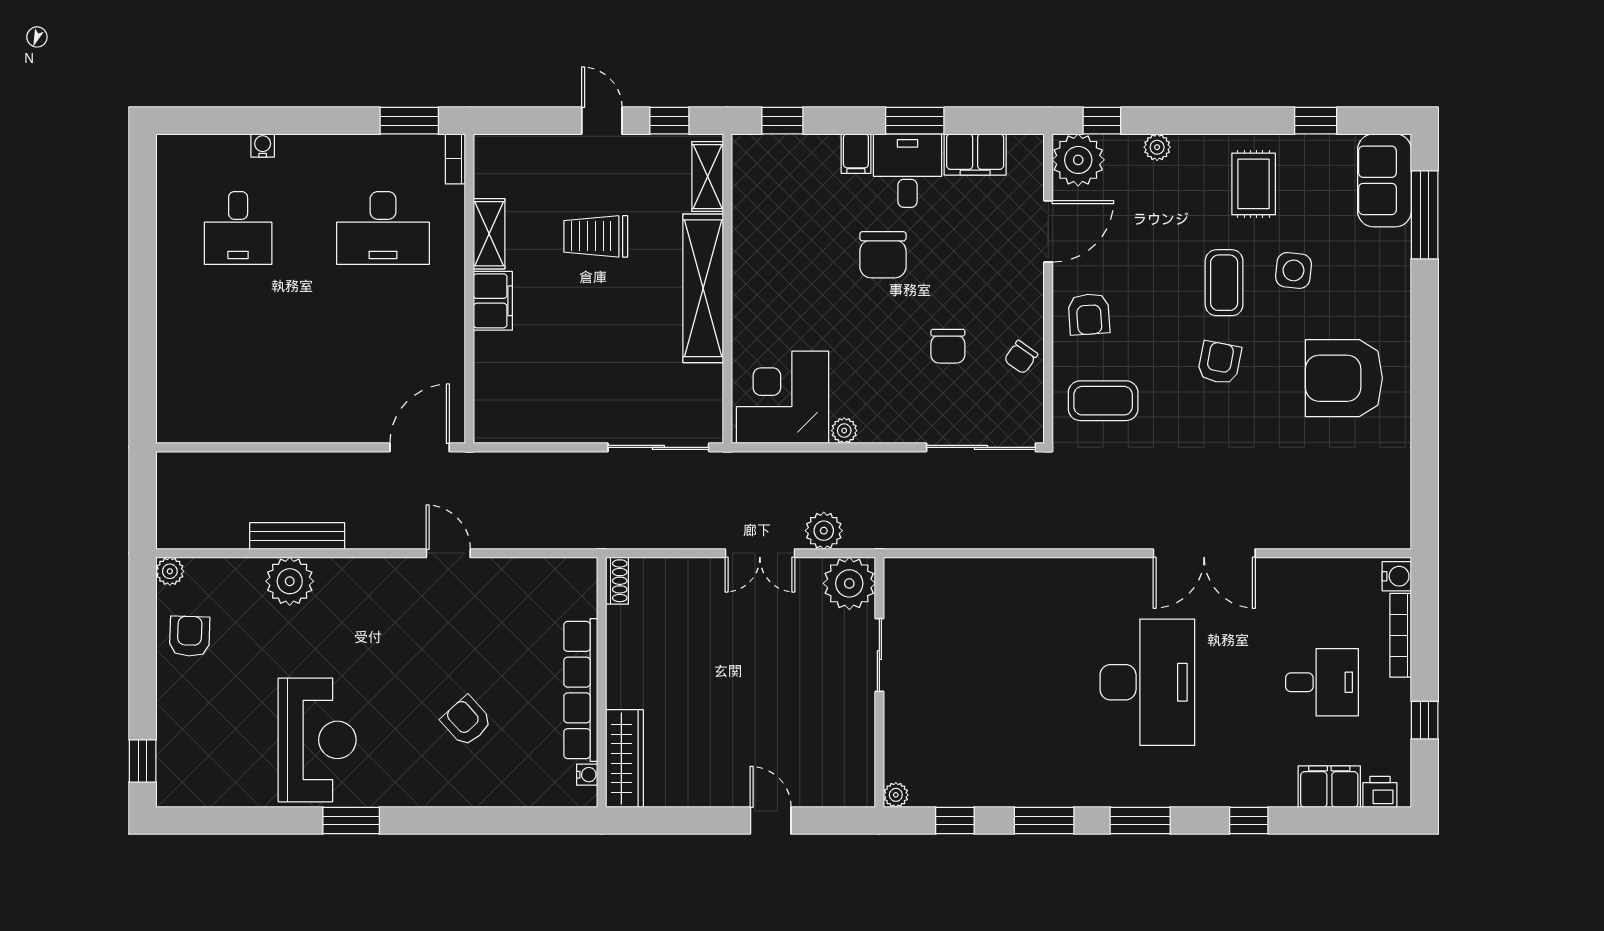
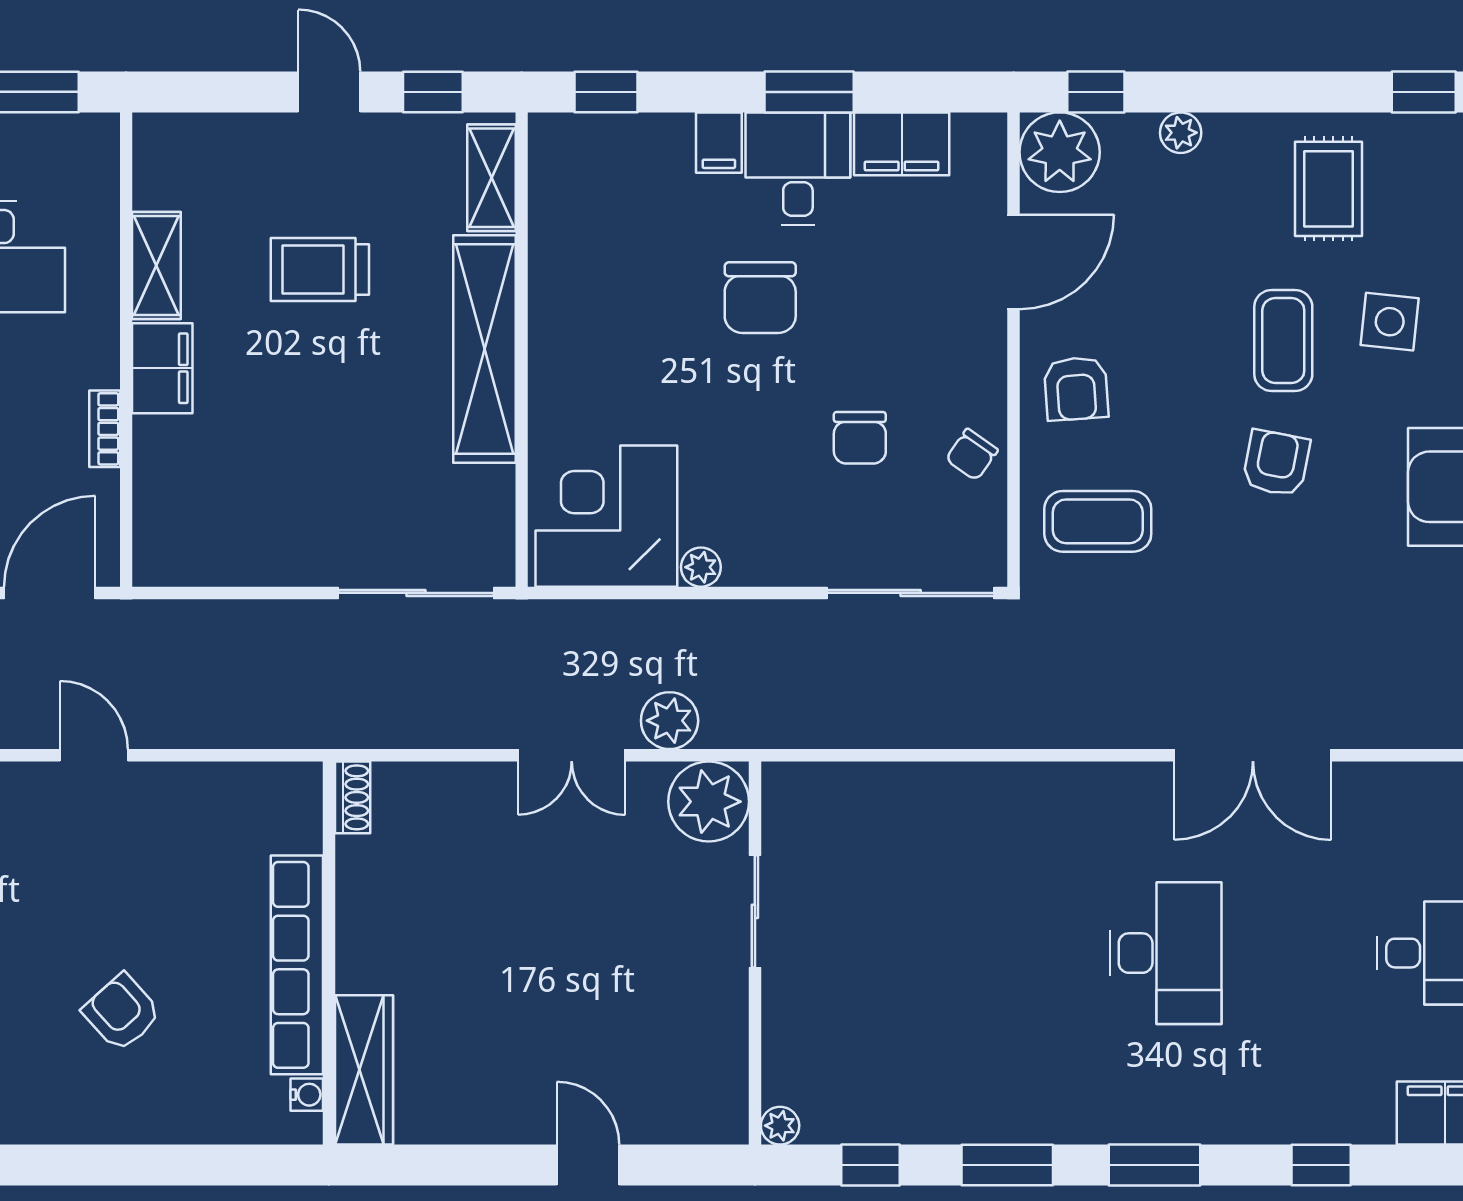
bookcase: (455, 159) -> (105, 429), moved
desk: (1147, 682) -> (1166, 953), width x0.73, depth x0.77

